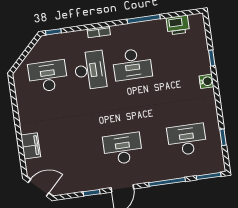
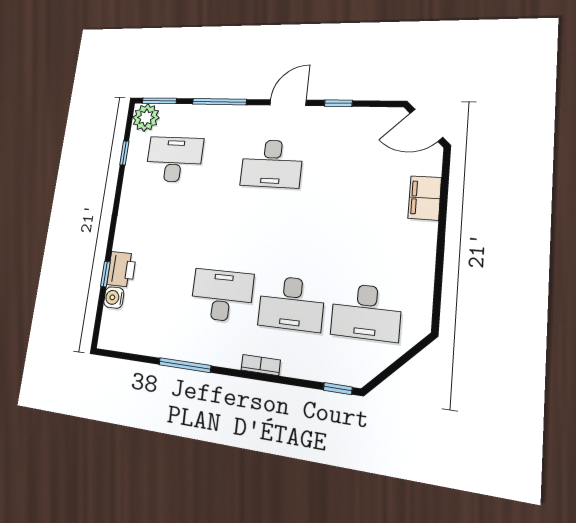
printer: (178, 25) -> (121, 269), moved, turned 90
desk: (90, 70) -> (291, 303), turned -90
water cooler: (206, 81) -> (114, 298), moved
desk: (187, 140) -> (174, 159), turned 180
plant: (215, 163) -> (146, 118), added

